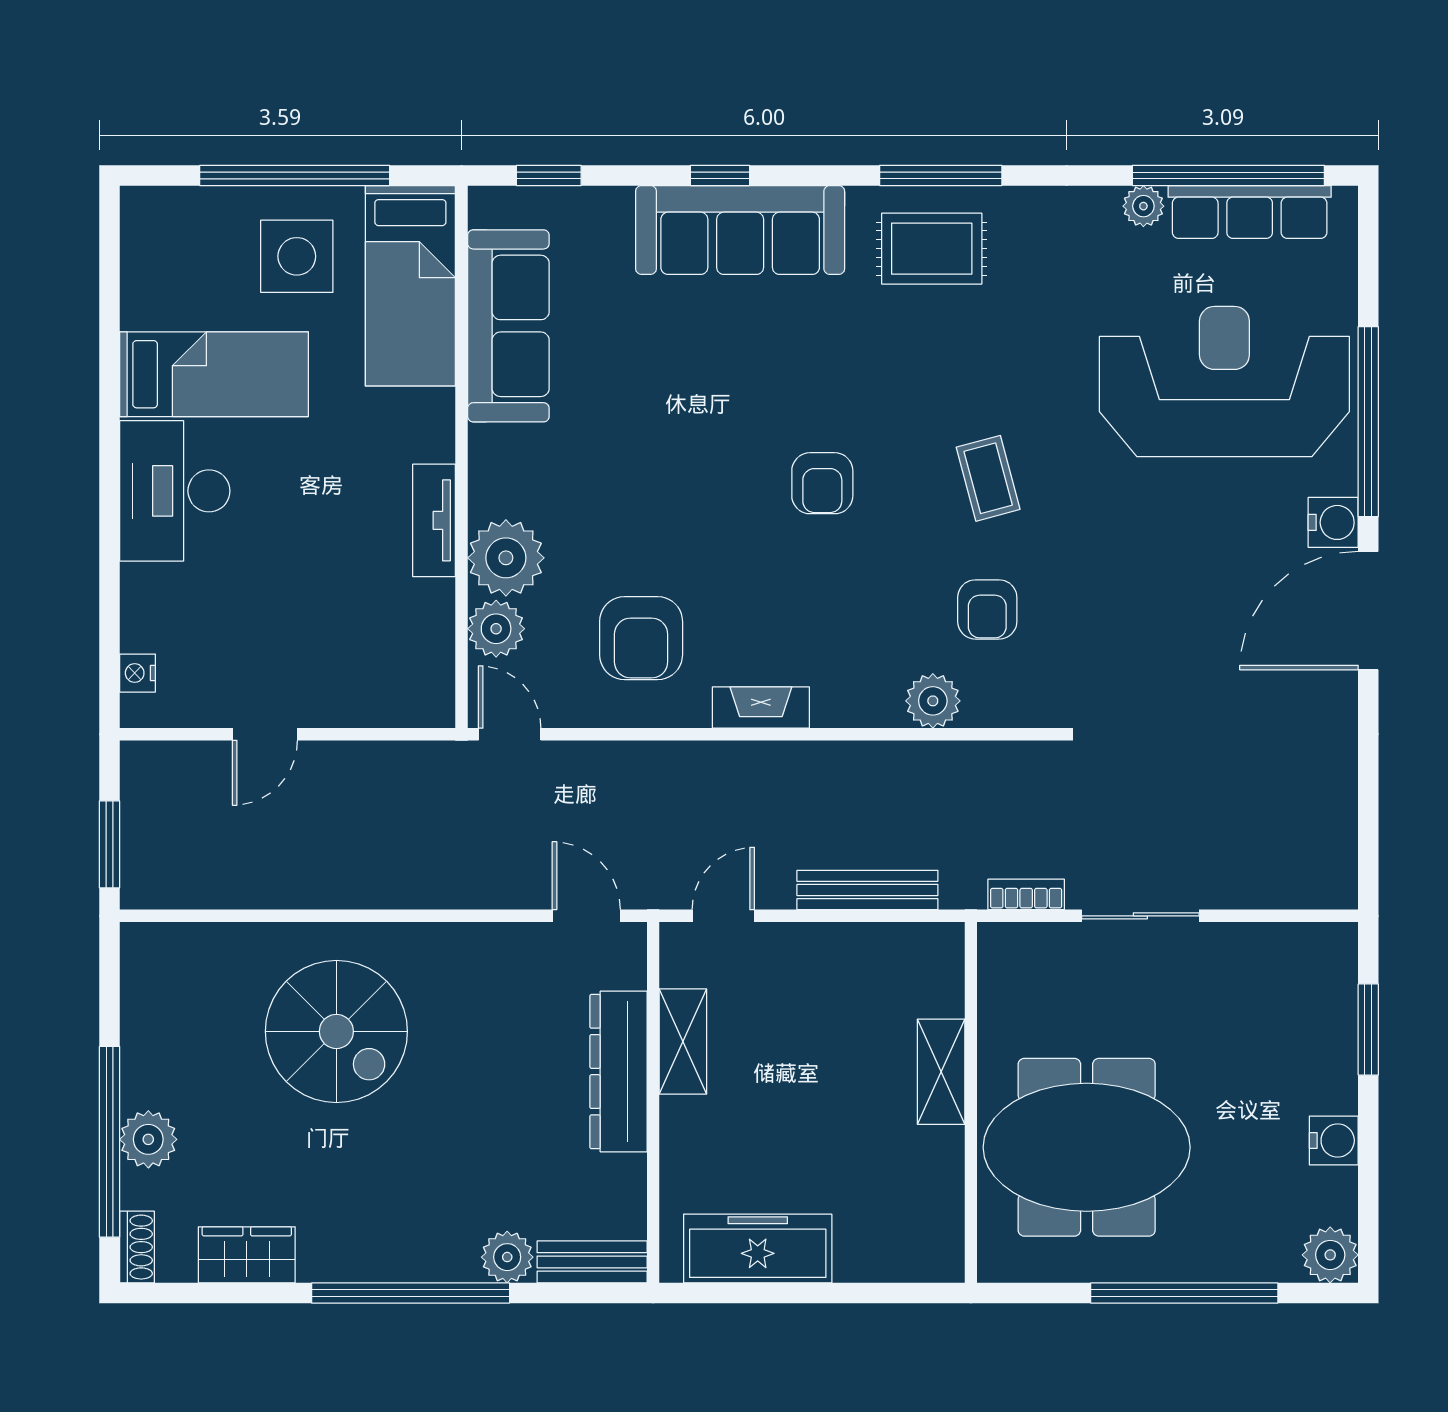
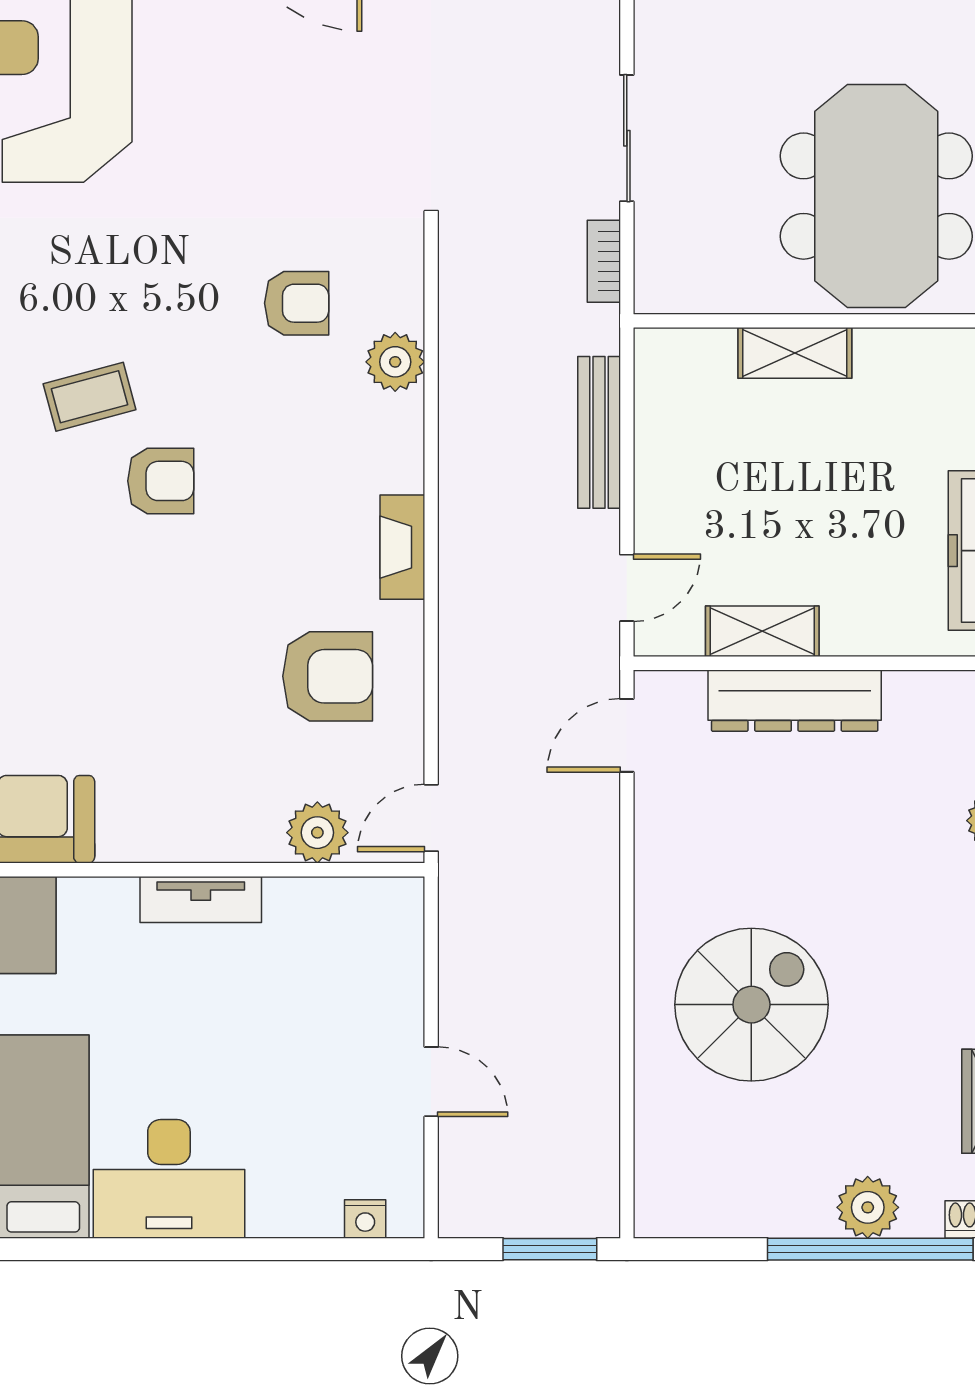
coffee table: (988, 478) -> (90, 397), moved
plant: (506, 558) -> (241, 822), removed
door: (723, 916) -> (627, 588), swing flipped

